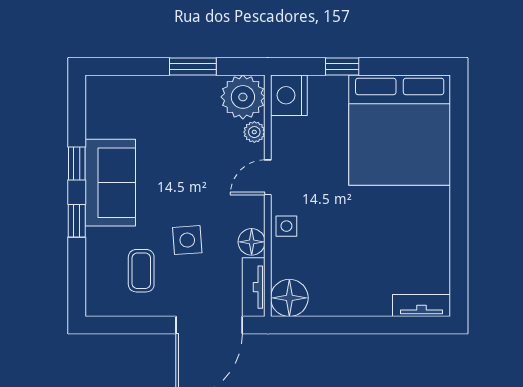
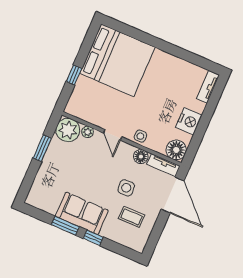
nightstand: (289, 95) -> (189, 121), moved, turned -90
window: (77, 164) -> (65, 226), width x1.50

